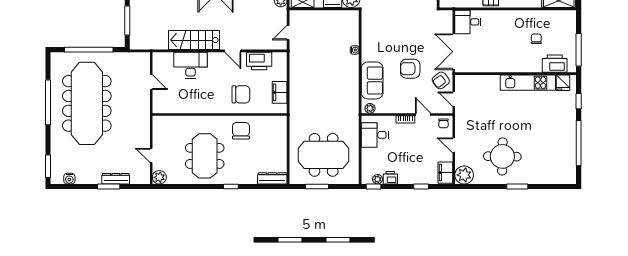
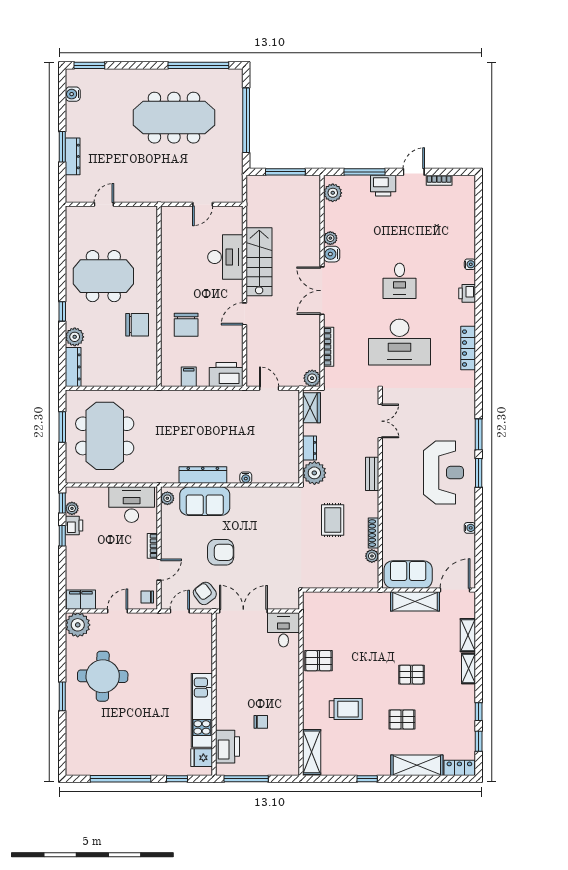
printer: (259, 61) -> (226, 375), moved, turned 90
armchair: (410, 69) -> (221, 552), turned 90
dresser: (353, 82) -> (203, 475), added
filing cabinet: (280, 92) -> (189, 377), width x0.50
window: (48, 102) -> (198, 65), moved
meeting table: (87, 103) -> (174, 118), width x0.73, depth x0.79
desk: (375, 135) -> (132, 505), width x1.37
plant: (159, 177) -> (75, 337), moved
window: (421, 186) -> (62, 536), moved

